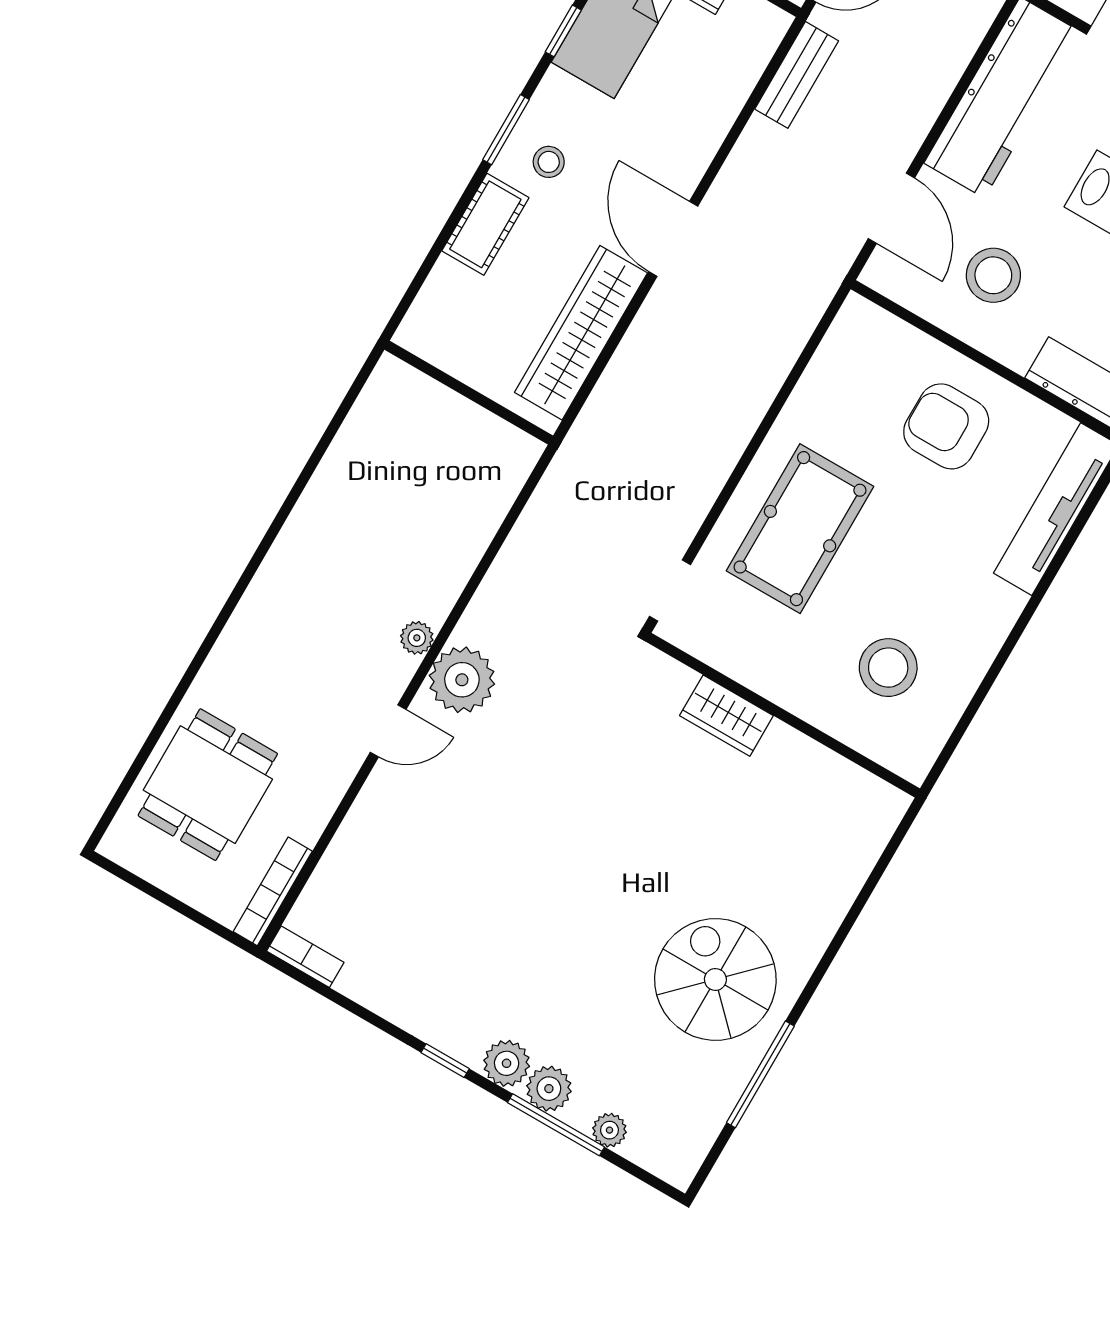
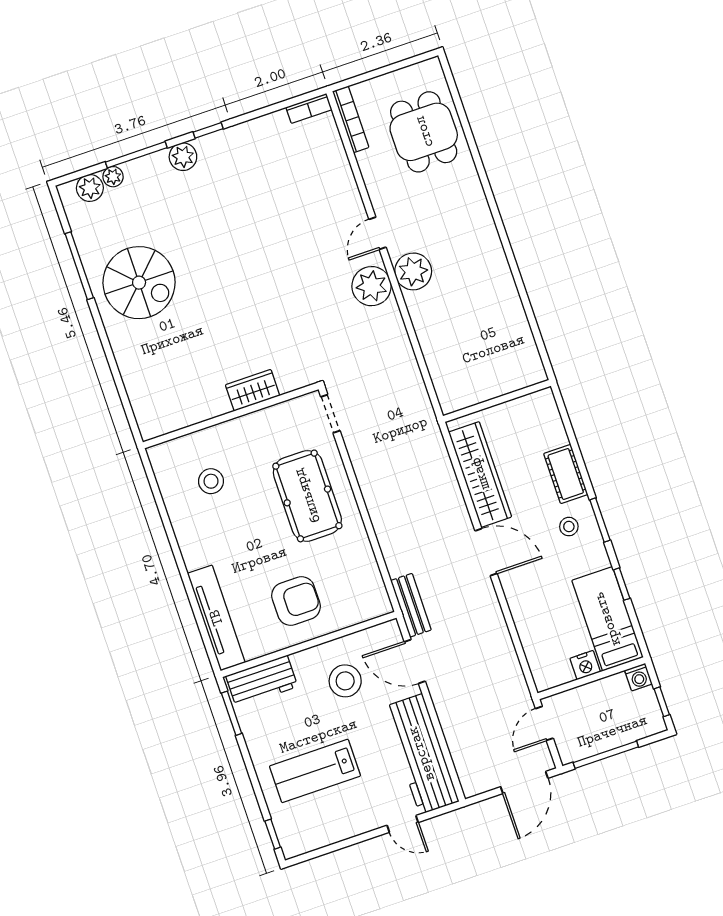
bench: (797, 75) -> (411, 605), moved
plant: (417, 638) -> (413, 271), width x1.88, depth x1.88
stool: (888, 668) -> (211, 481), width x0.73, depth x0.73
plant: (549, 1089) -> (90, 188), moved

